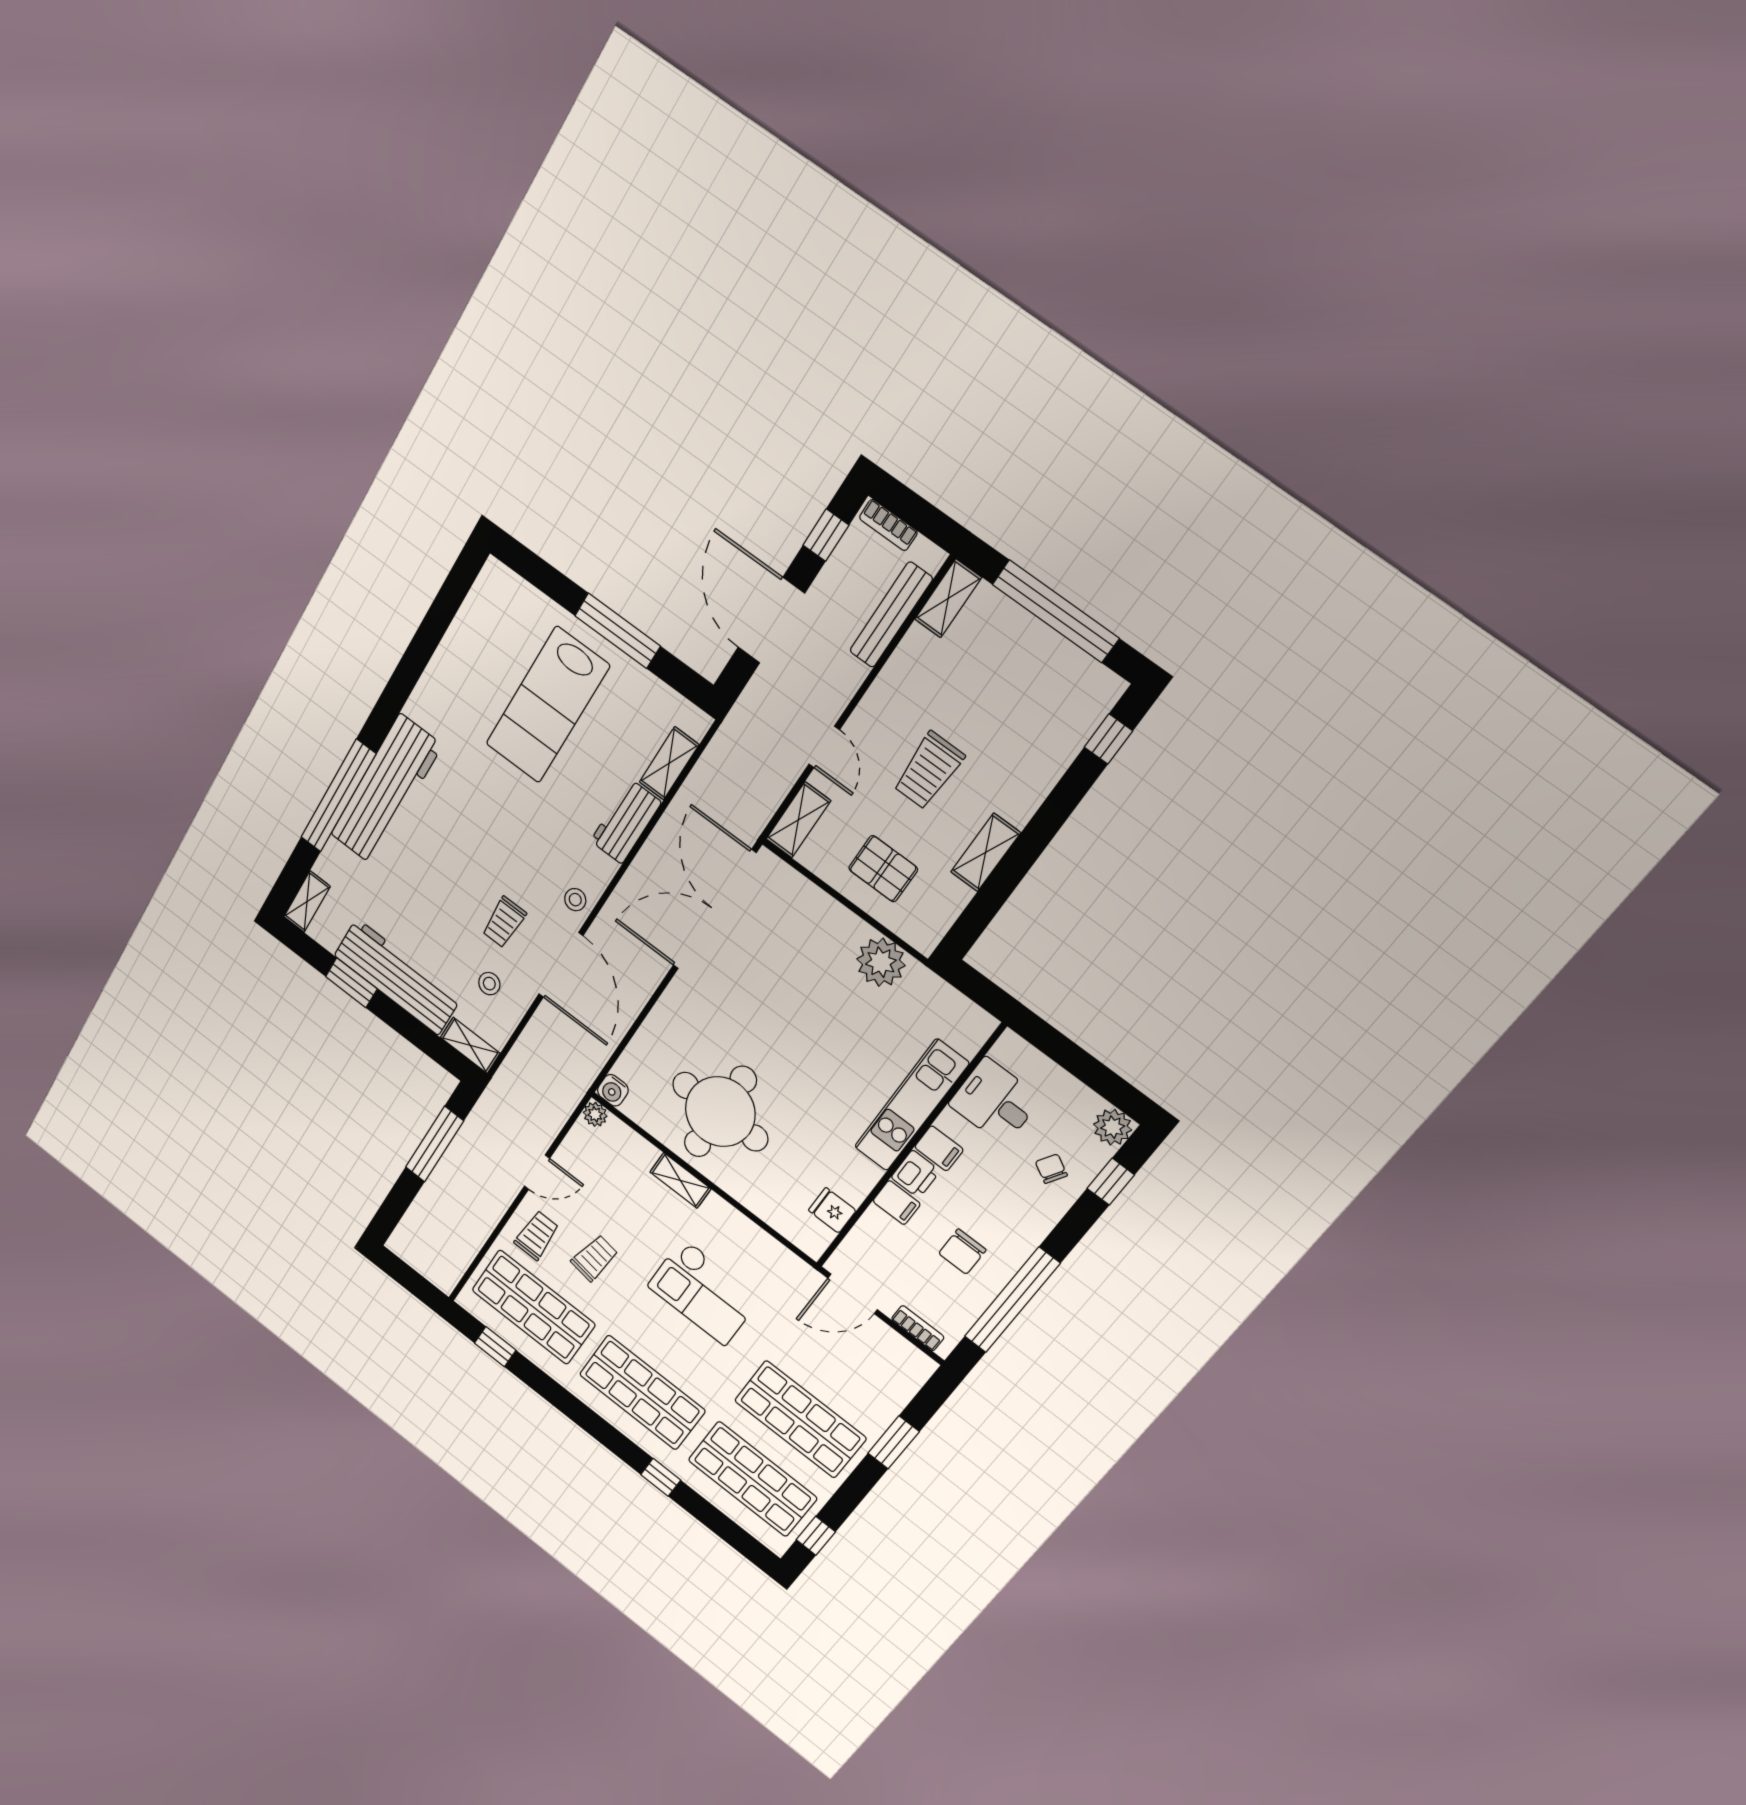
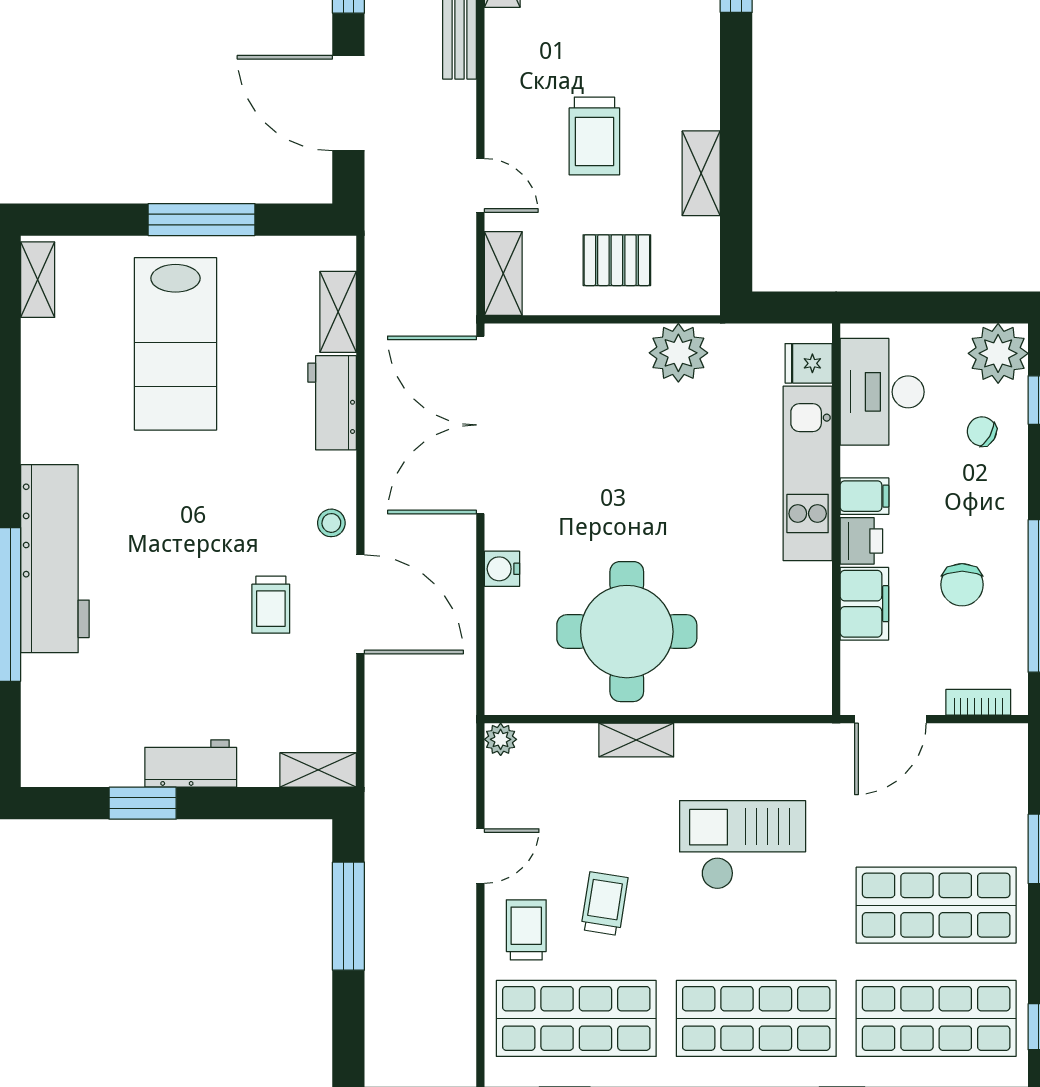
shelving: (307, 902) -> (38, 280), moved
workbench: (397, 977) -> (191, 763), width x0.53, depth x0.76
stool: (489, 984) -> (297, 684), removed
water cooler: (613, 1090) -> (502, 569), moved, turned 90
desk: (995, 1101) -> (882, 392), width x1.37
plant: (1113, 1127) -> (998, 353), width x1.36, depth x1.36
filing cabinet: (897, 1203) -> (864, 604), width x2.00
fridge: (832, 1210) -> (809, 363), moved
checkout: (704, 1292) -> (743, 845), turned 180

